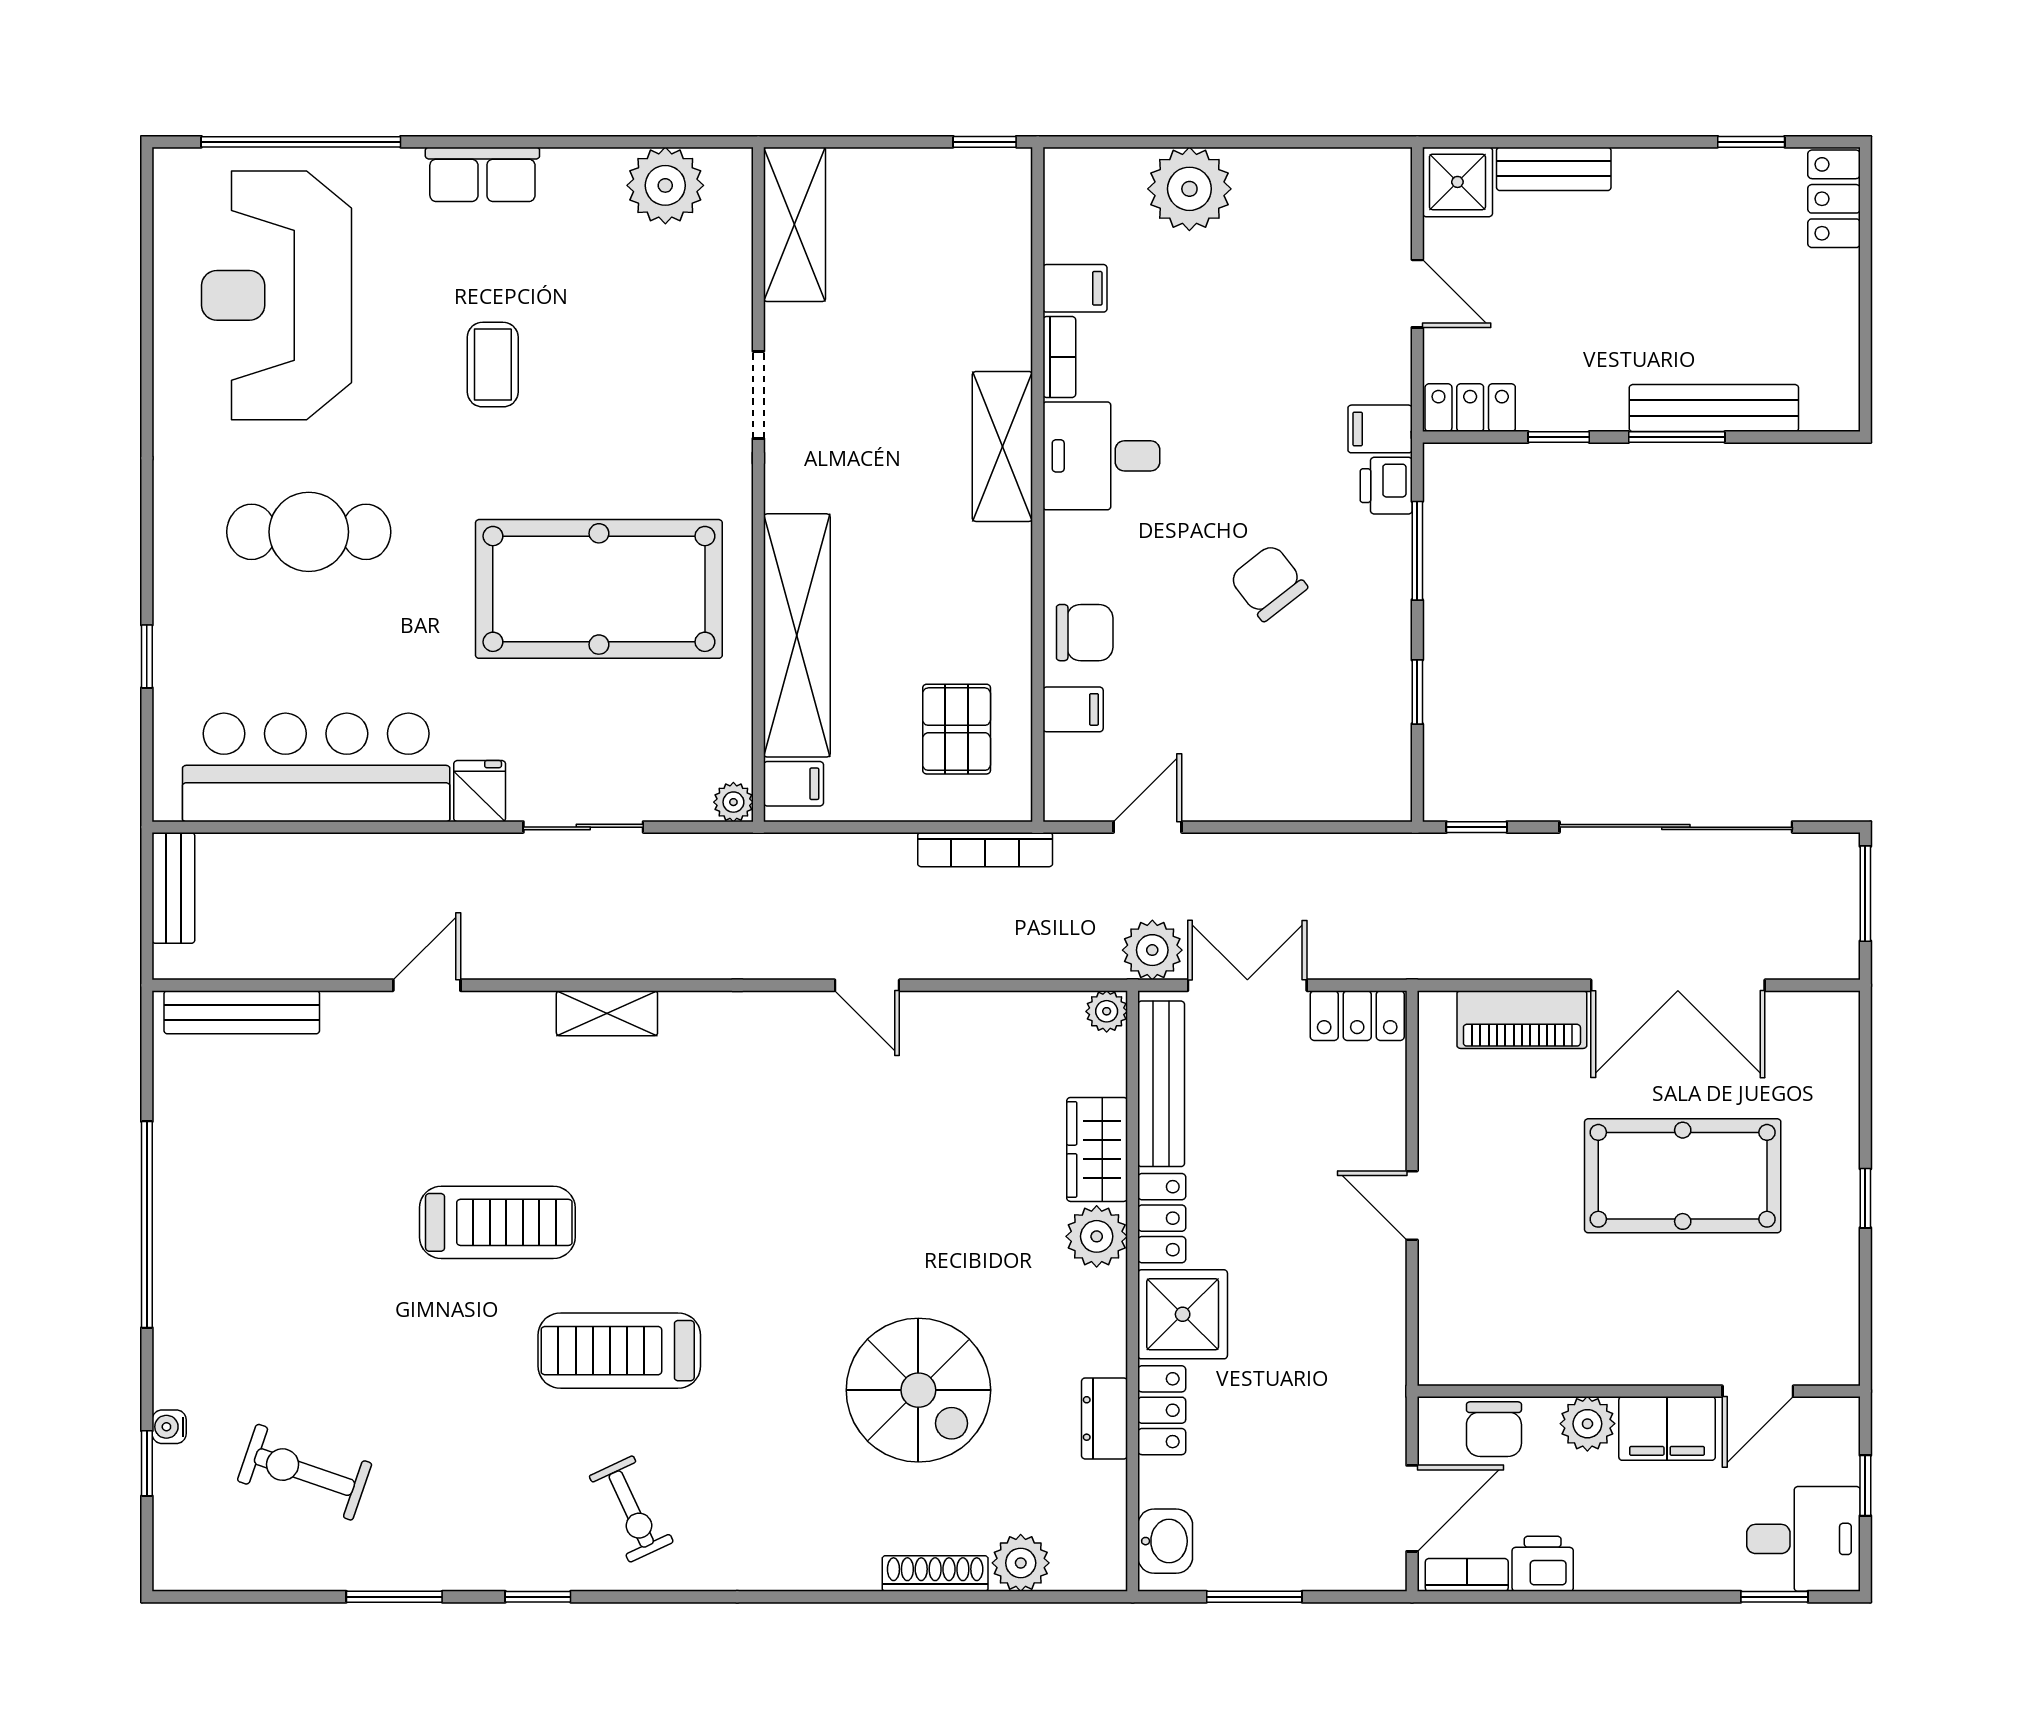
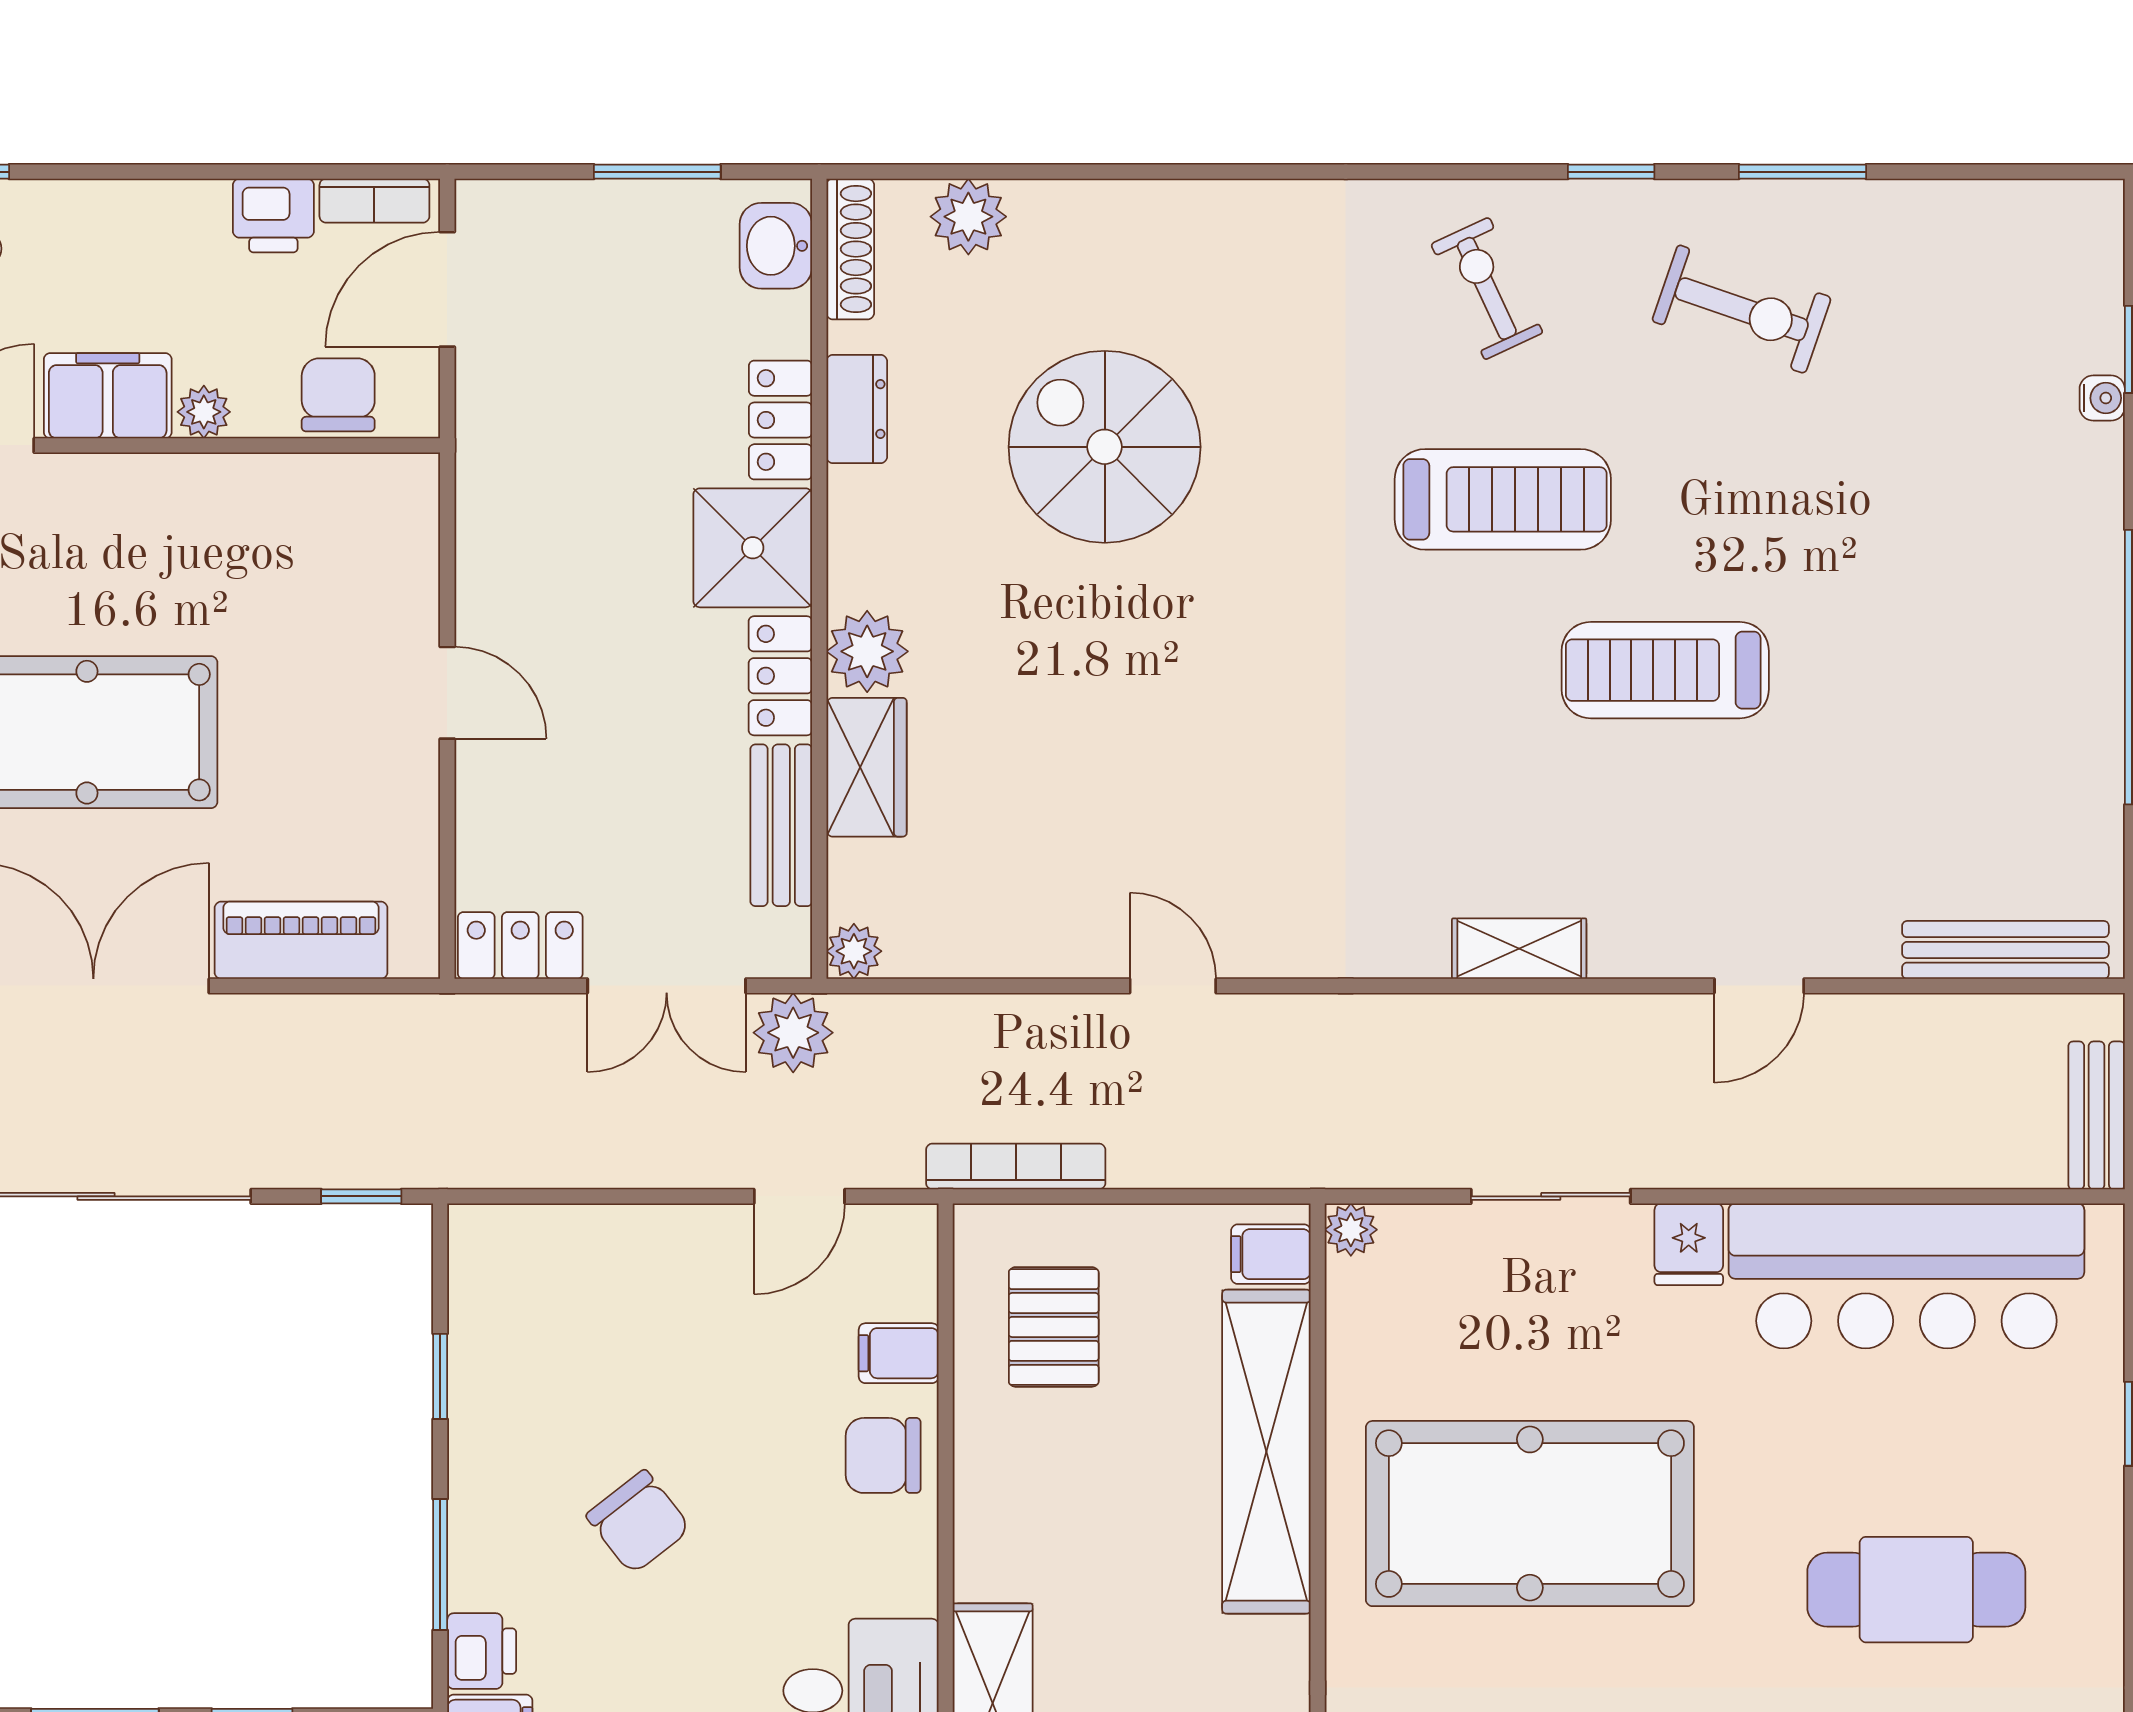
bench: (1161, 1084) -> (781, 825), width x0.73
plant: (1587, 1424) -> (204, 412), width x0.73, depth x0.73
exercise bike: (304, 1472) -> (1742, 309), moved
shoe rack: (935, 1574) -> (850, 249), moved, turned -90

